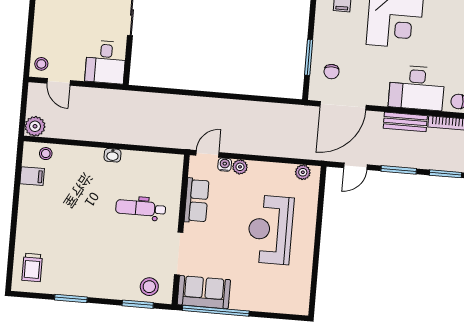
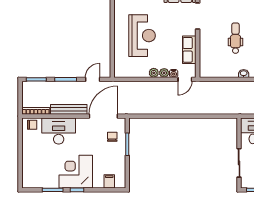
bench: (405, 122) -> (69, 109), width x1.36
plant: (303, 172) -> (154, 73), moved
dental chair: (141, 208) -> (235, 38), moved, turned -90

